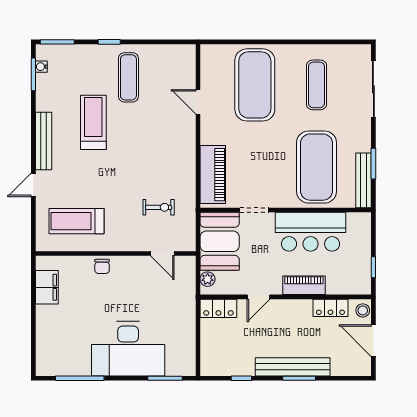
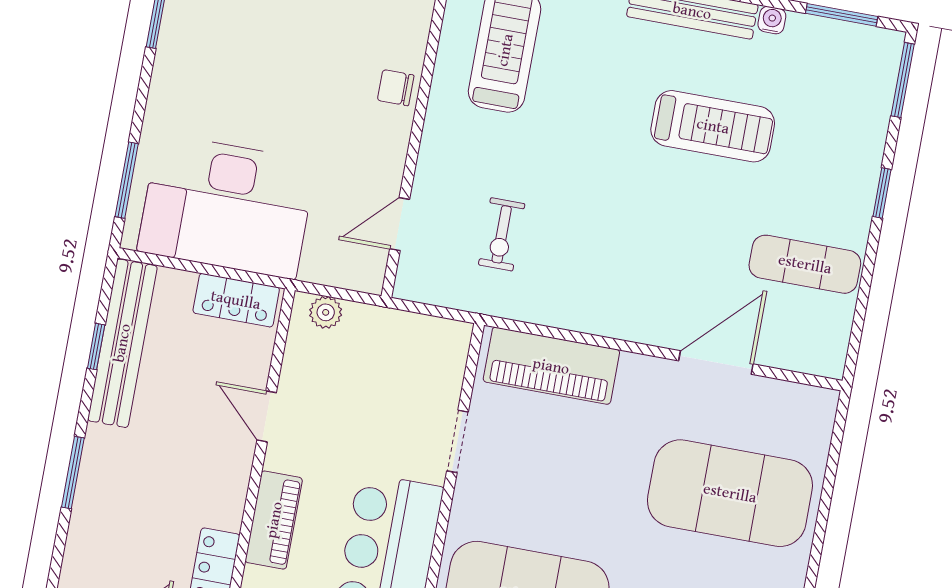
water cooler: (41, 67) -> (772, 20), moved
exercise mat: (128, 77) -> (805, 264), moved
door: (198, 102) -> (716, 362), width x1.38
booth: (220, 241) -> (403, 354), removed
locker: (218, 308) -> (236, 300), moved, turned -90
desk: (128, 349) -> (227, 206), moved, turned -90
bench: (293, 367) -> (122, 343), moved

